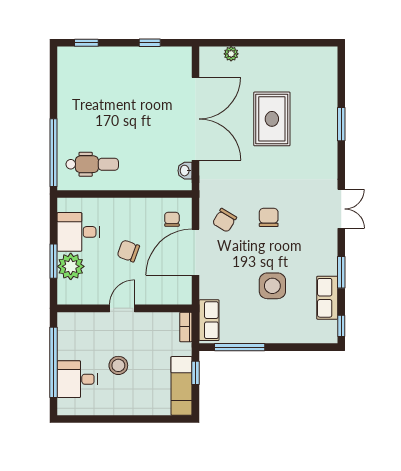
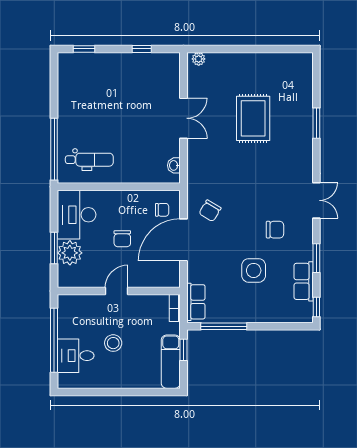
plant: (231, 54) -> (199, 59), moved
double door: (196, 119) -> (184, 118), width x0.54
chair: (269, 217) -> (275, 230), moved, turned 90
chair: (172, 219) -> (162, 210), turned 90
desk: (78, 232) -> (77, 215), width x1.37
chair: (128, 251) -> (122, 239), turned -110

